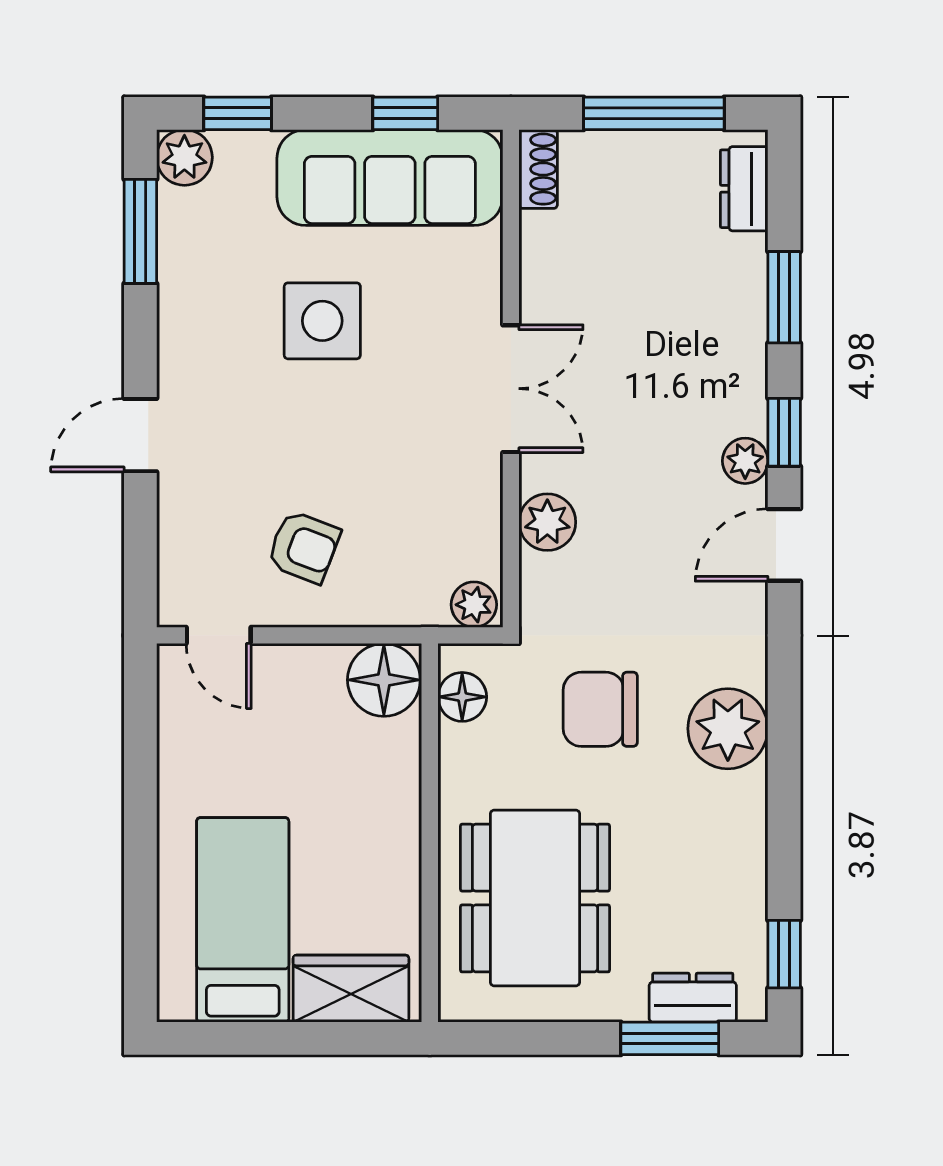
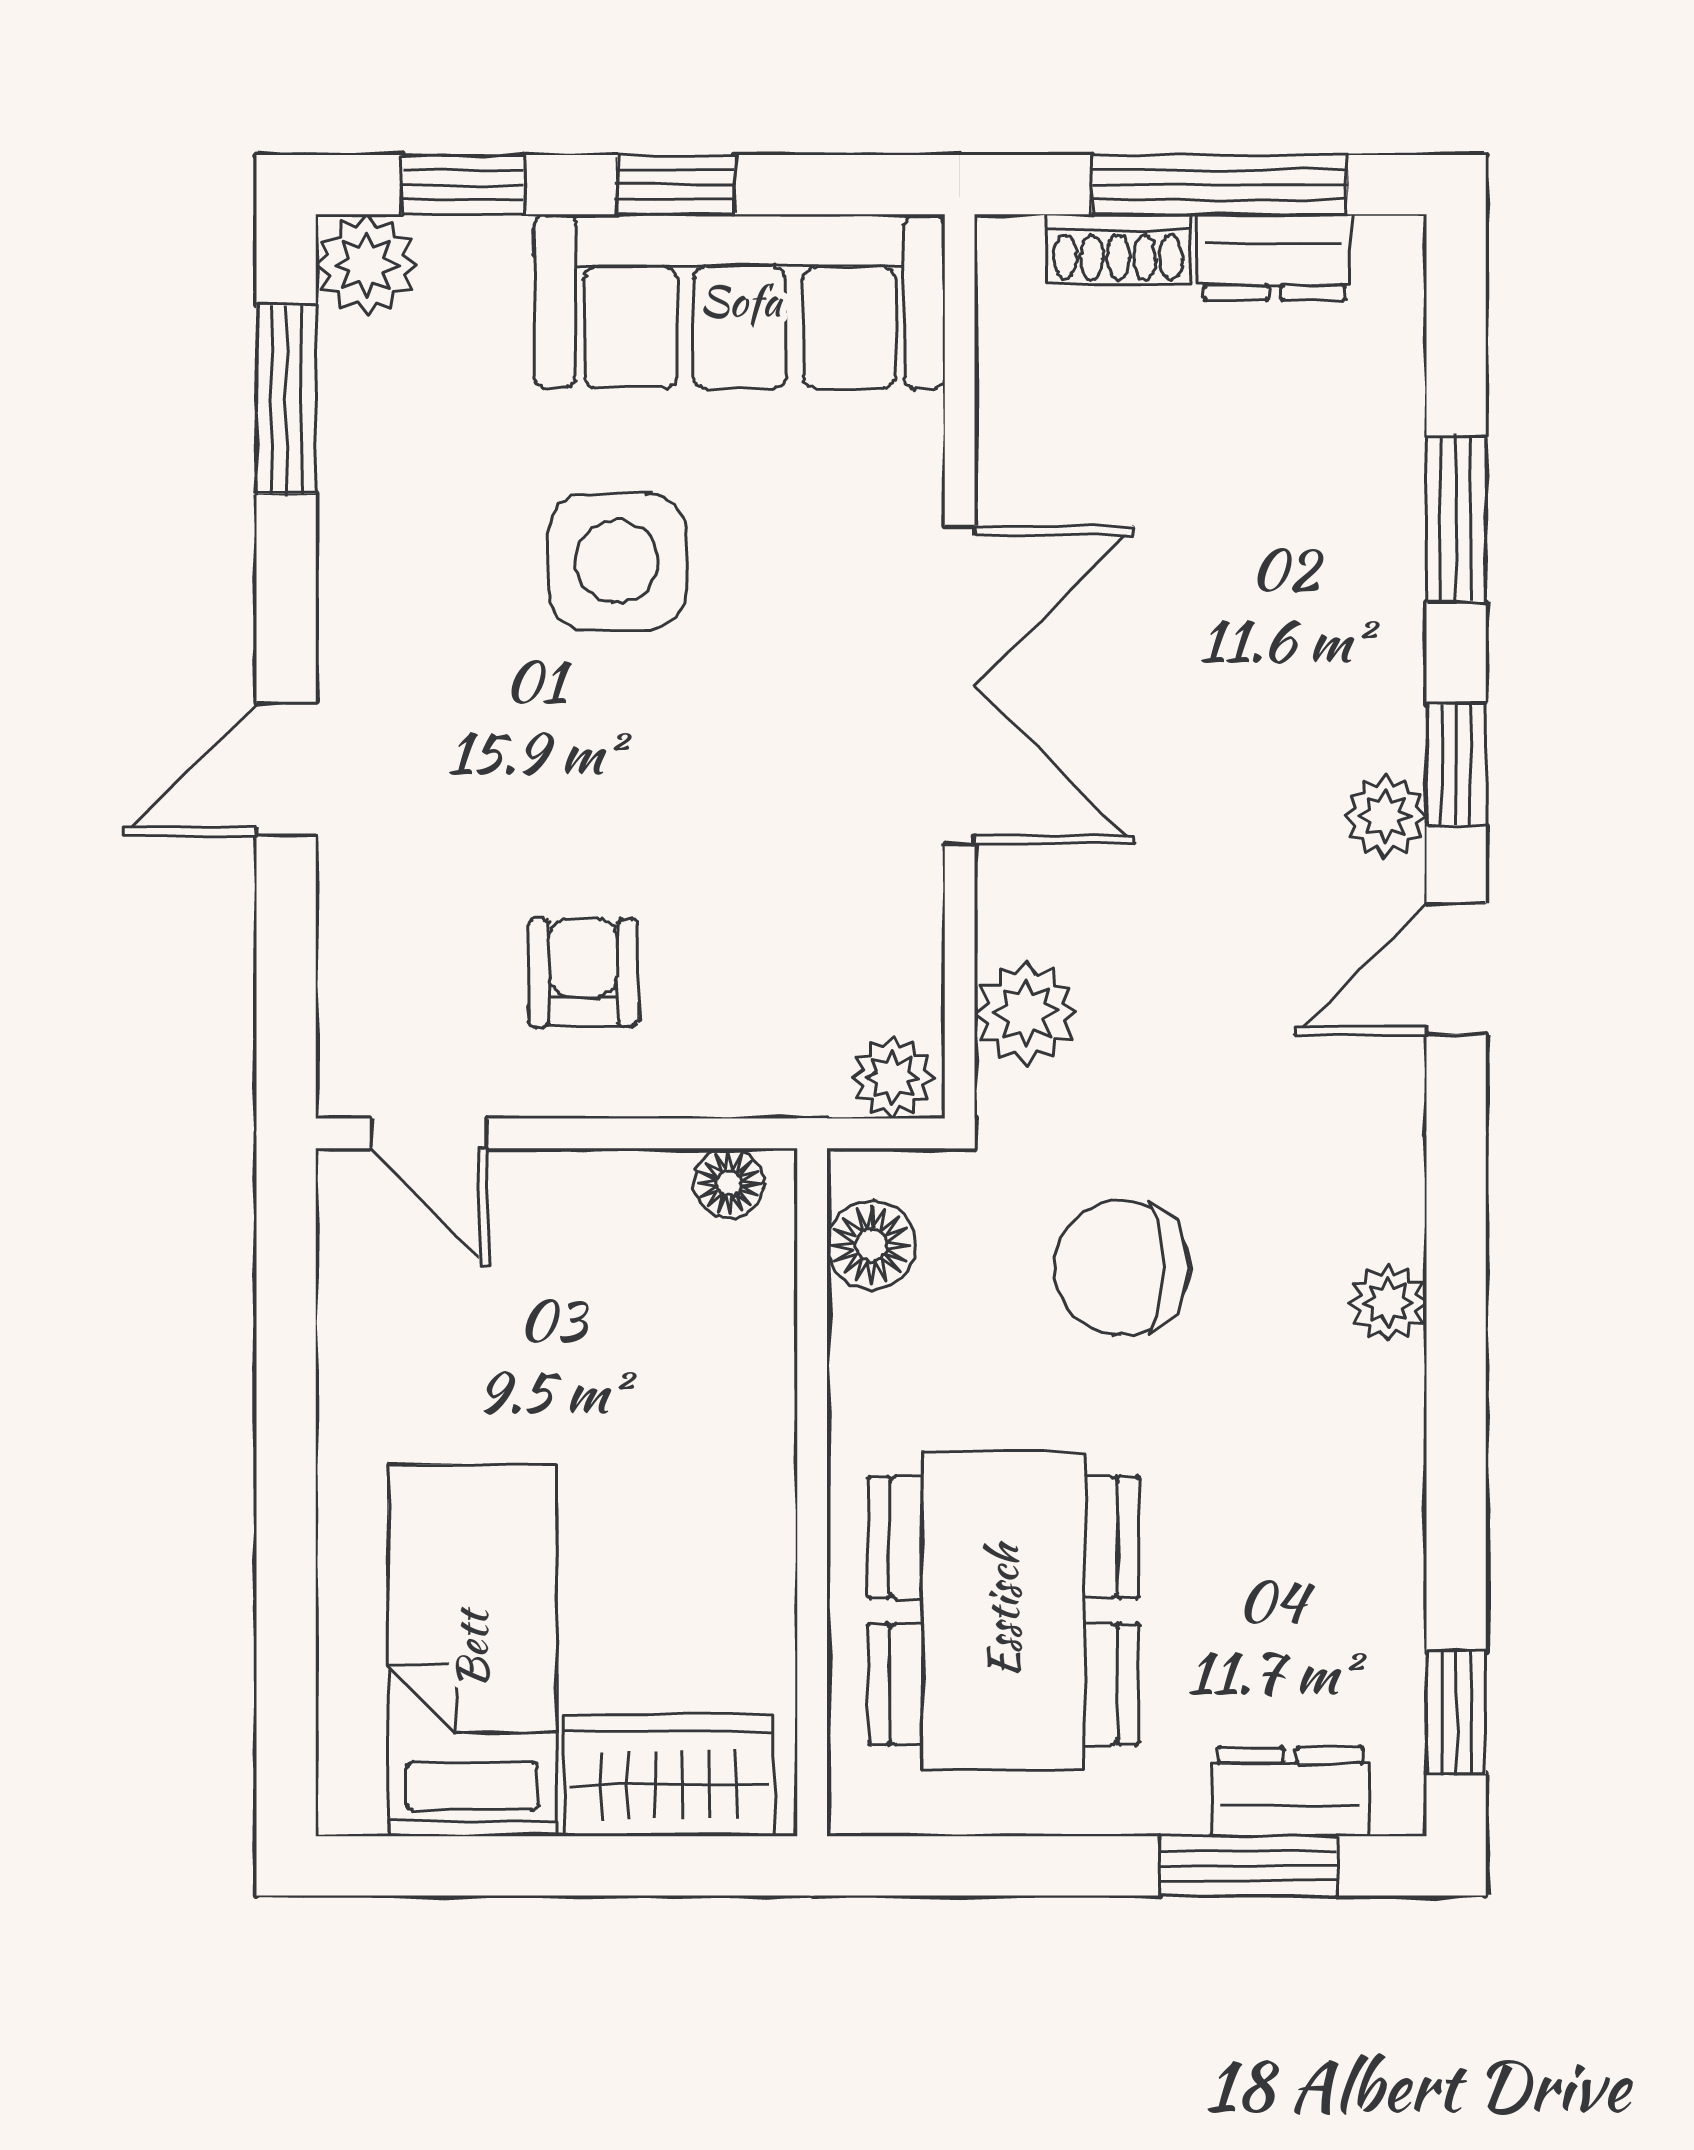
window: (405, 113) -> (676, 185), moved
shoe rack: (538, 169) -> (1118, 249), moved, turned 90
dresser: (744, 189) -> (1274, 257), moved, turned -90
double door: (511, 389) -> (960, 685), width x1.37
plant: (547, 522) -> (1026, 1013), moved
armchair: (304, 547) -> (583, 973), turned -111
floor lamp: (384, 680) -> (729, 1183), width x0.53, depth x0.53
plant: (728, 729) -> (1388, 1303), width x0.53, depth x0.53

